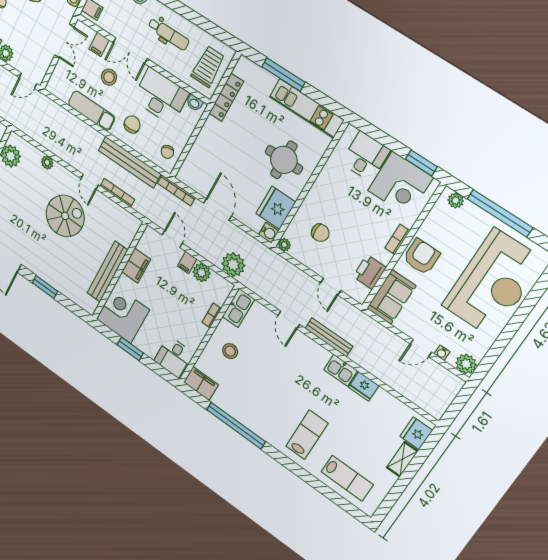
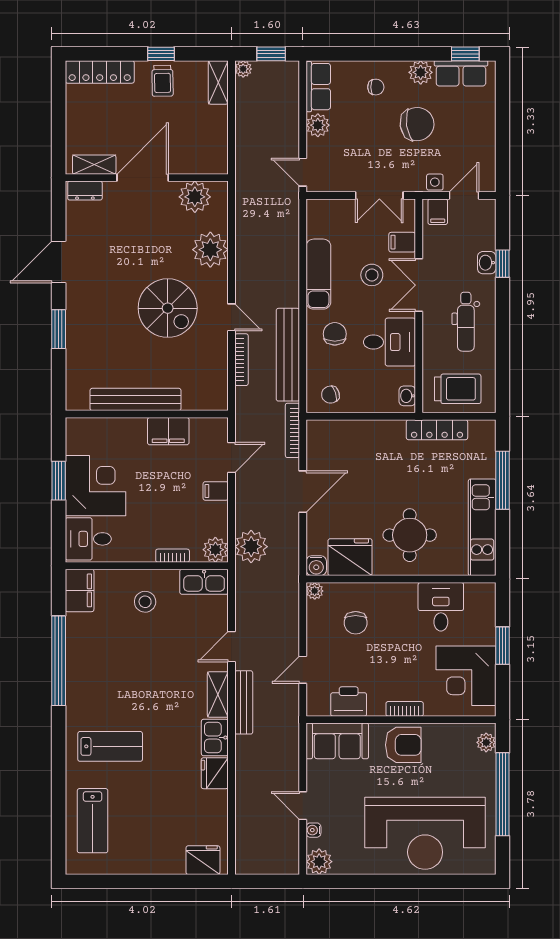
desk: (161, 96) -> (390, 342), width x0.73
chair: (132, 124) -> (335, 334), turned -86
desk: (366, 156) -> (441, 607), moved, turned -90
plant: (47, 163) -> (210, 250), width x1.88, depth x1.88
window: (421, 163) -> (502, 646), moved
door: (90, 182) -> (231, 317), swing flipped
plant: (201, 273) -> (215, 550), moved
corner desk: (123, 314) -> (95, 486), moved
shelving: (402, 459) -> (218, 694), moved, turned 90

